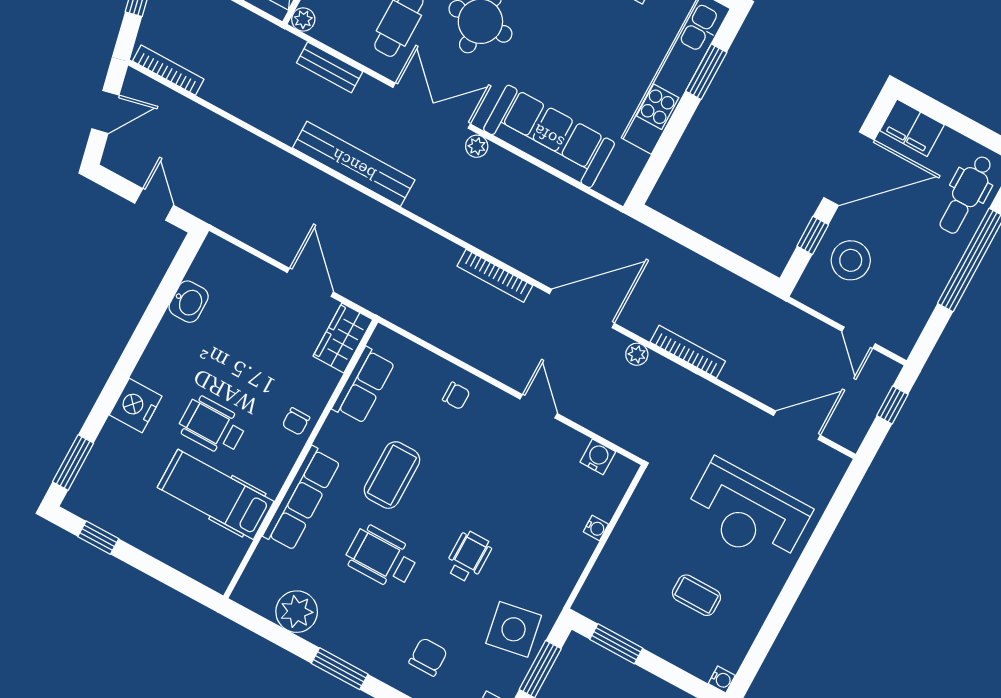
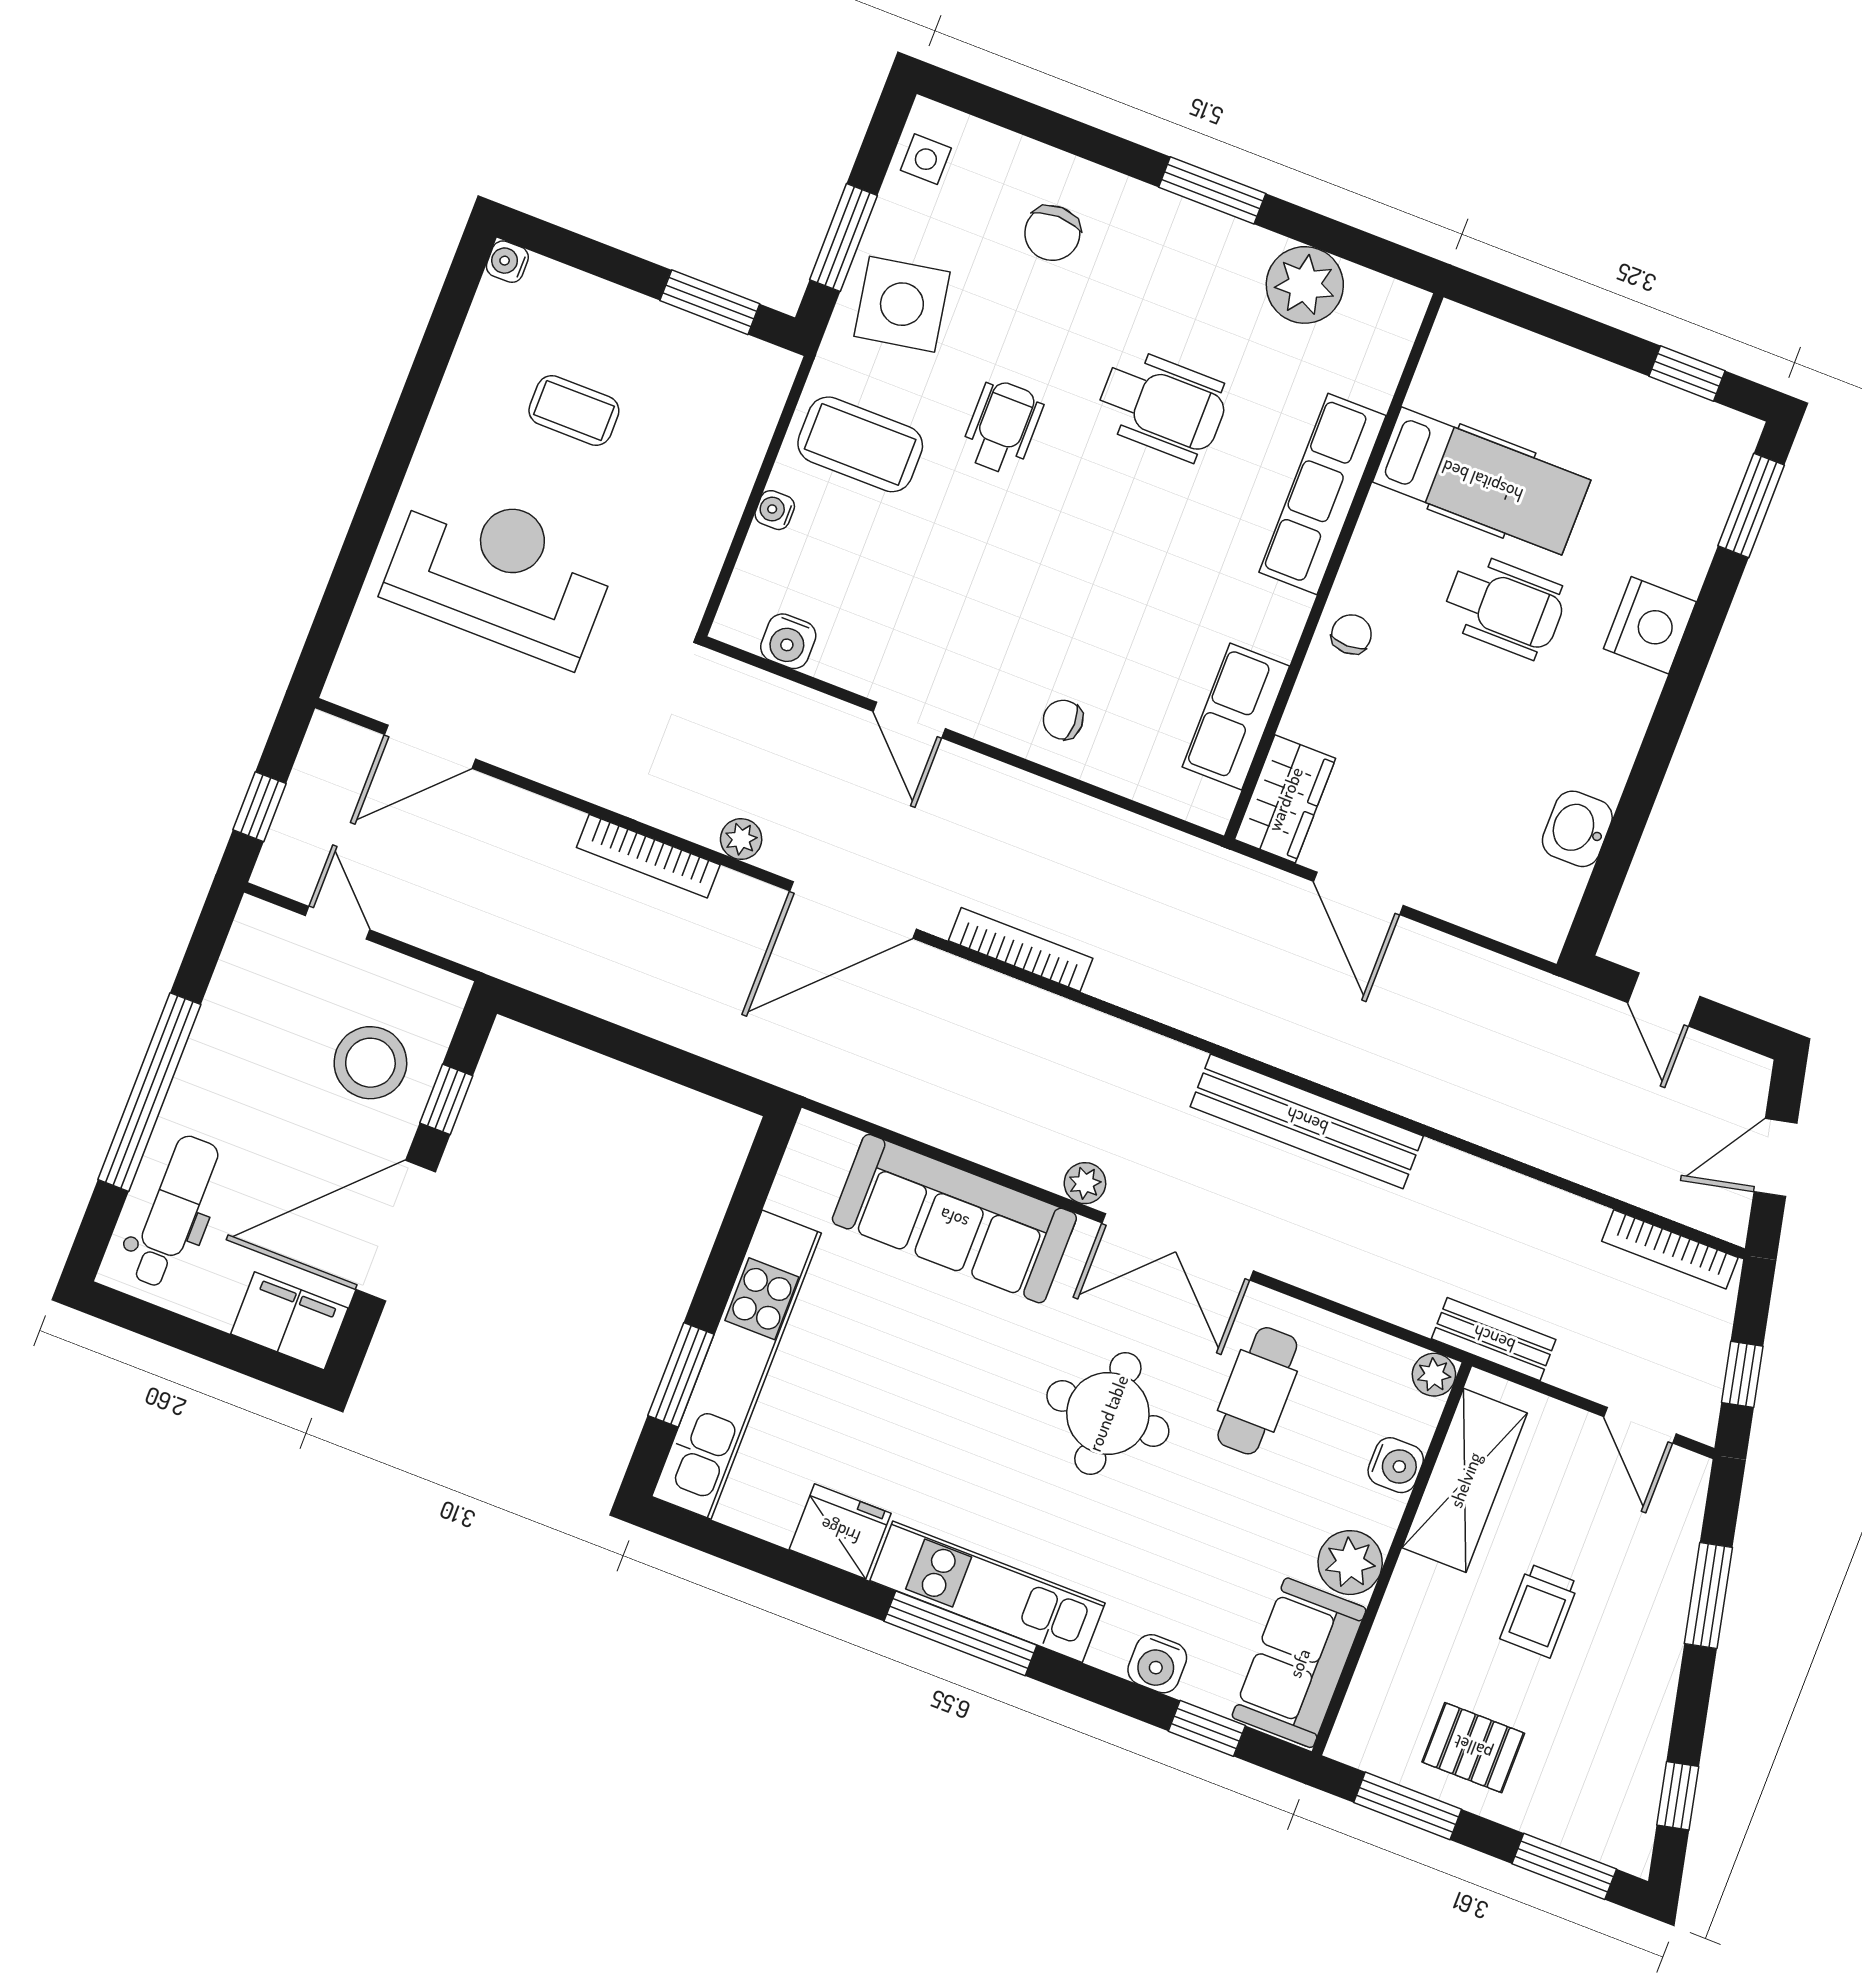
bench: (330, 67) -> (1494, 1339), moved
coffee table: (392, 475) -> (860, 444), moved, turned 90
wheelchair: (468, 557) -> (1002, 427), turned 180

